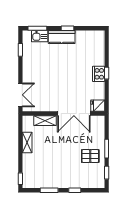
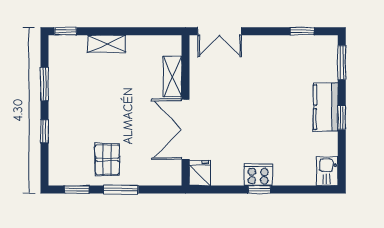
kitchen sink: (40, 36) -> (327, 171), moved
shelving: (27, 143) -> (107, 44), moved

